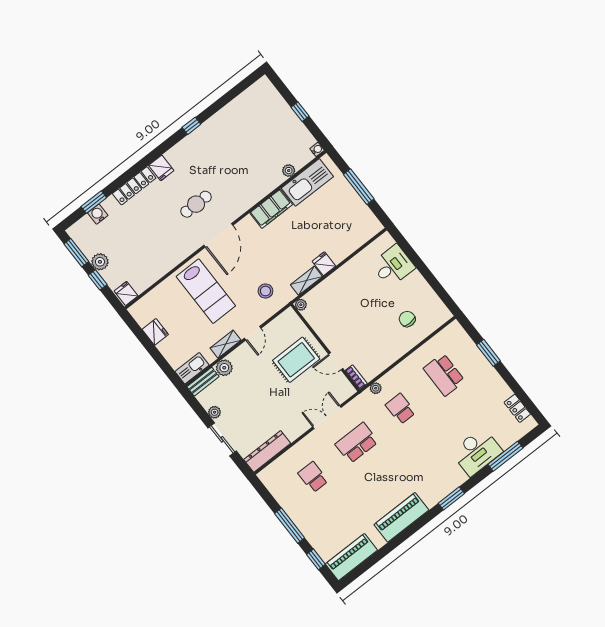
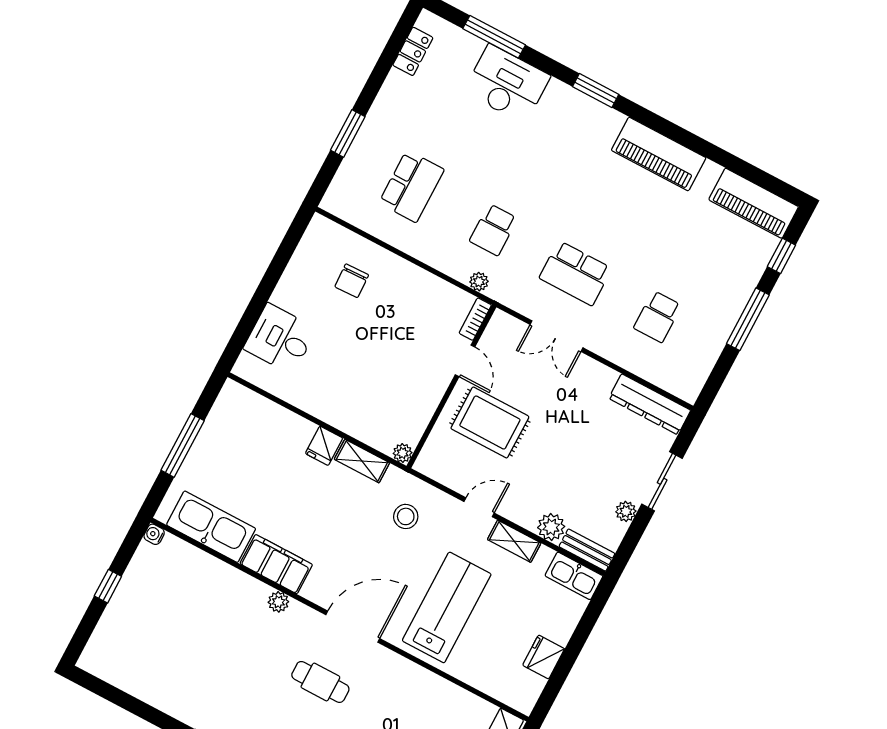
plant: (289, 171) -> (278, 602), moved

